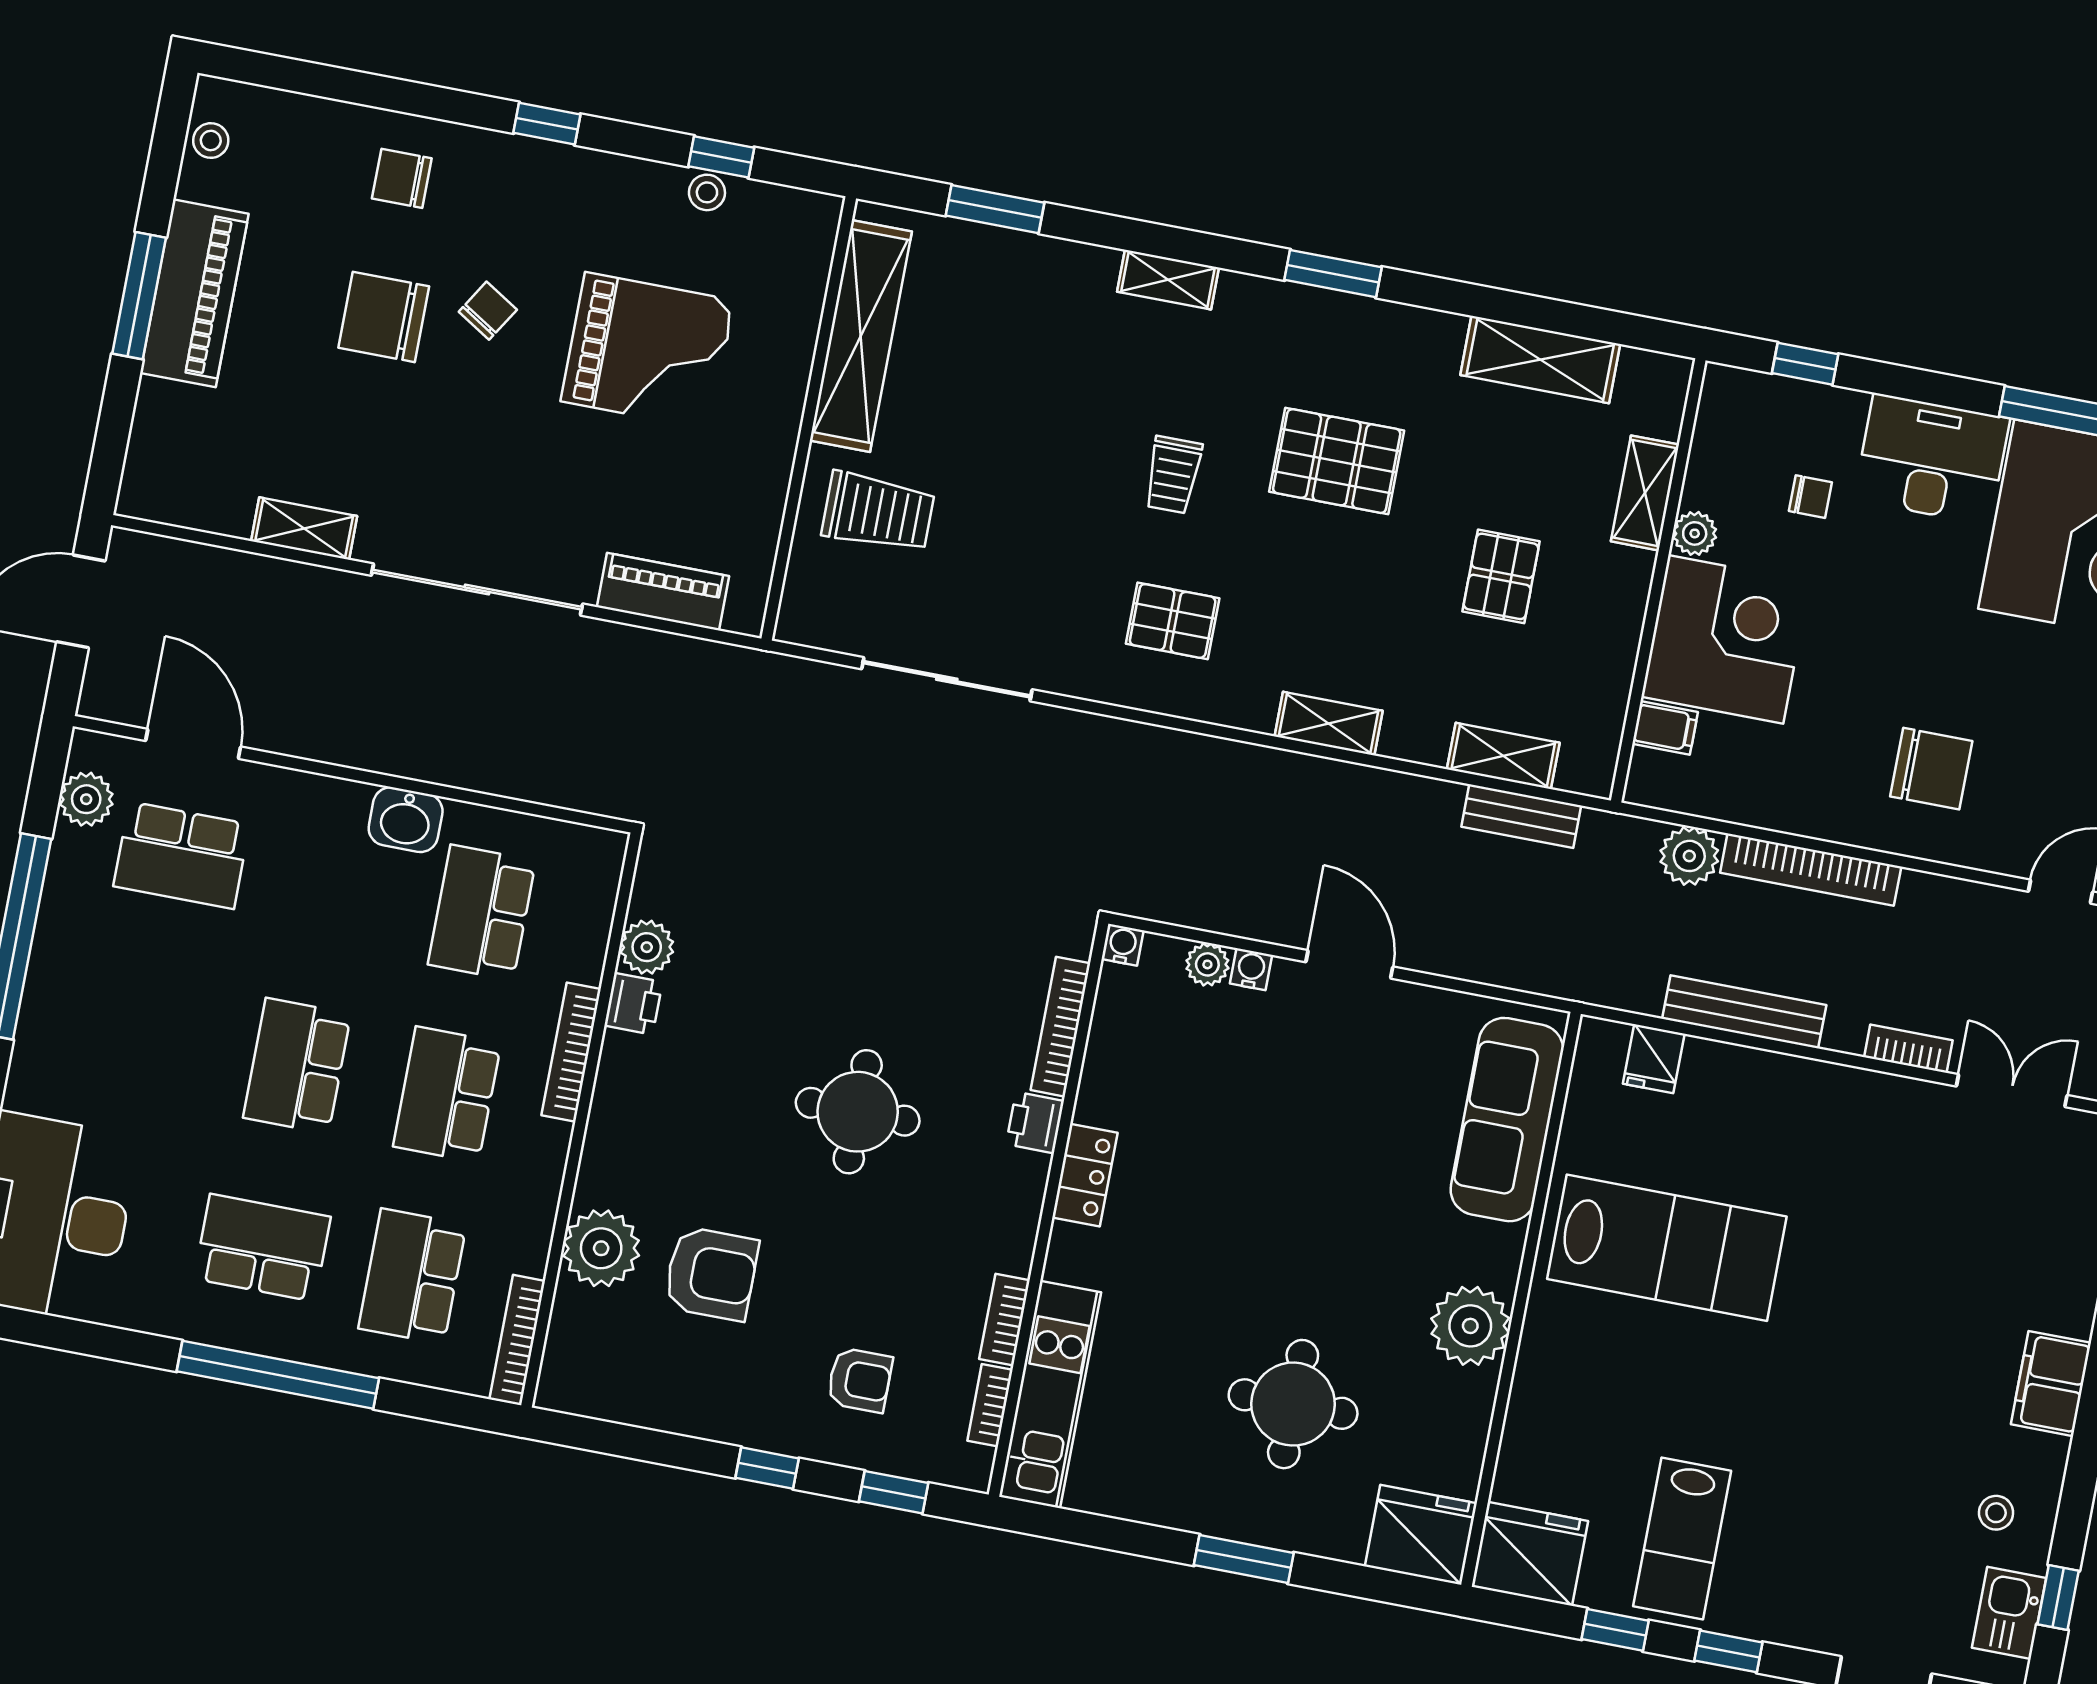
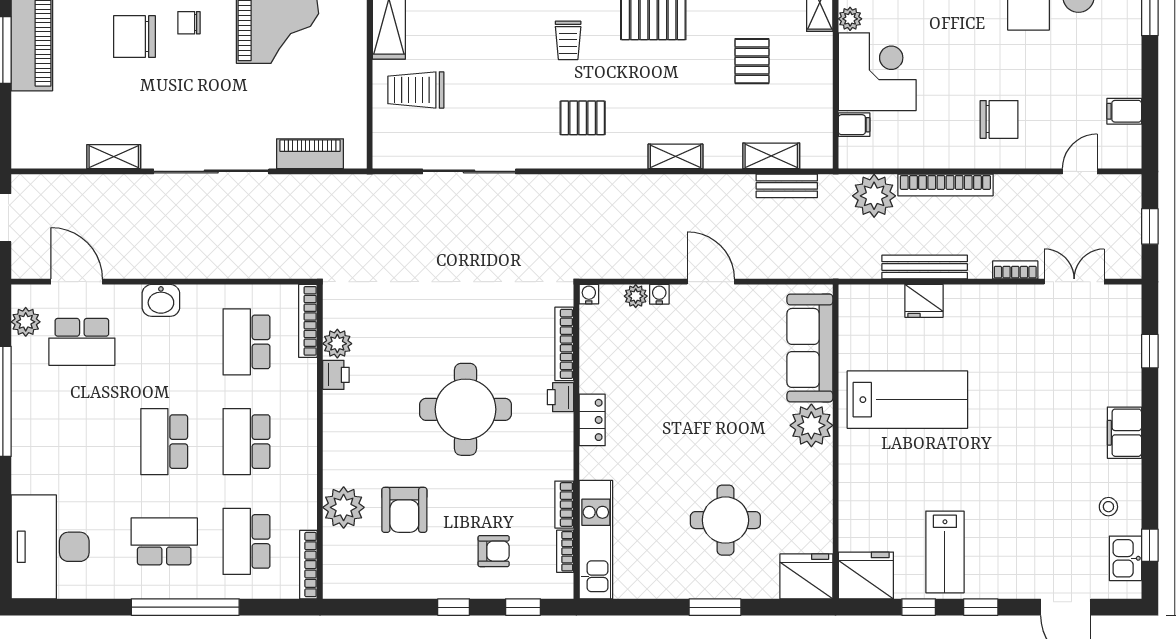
chair: (488, 311) -> (189, 23), turned -122
trolley: (878, 512) -> (416, 90), turned 180
washbasin: (406, 820) -> (161, 300), moved
plant: (1689, 856) -> (874, 196), width x1.36, depth x1.36
bookcase: (571, 1052) -> (308, 321), moved
fridge: (1654, 1059) -> (924, 301), moved, width x1.38
round table: (858, 1112) -> (466, 409), width x1.36, depth x1.36
armchair: (711, 1274) -> (404, 510), turned 90
plant: (1470, 1326) -> (811, 425), moved

